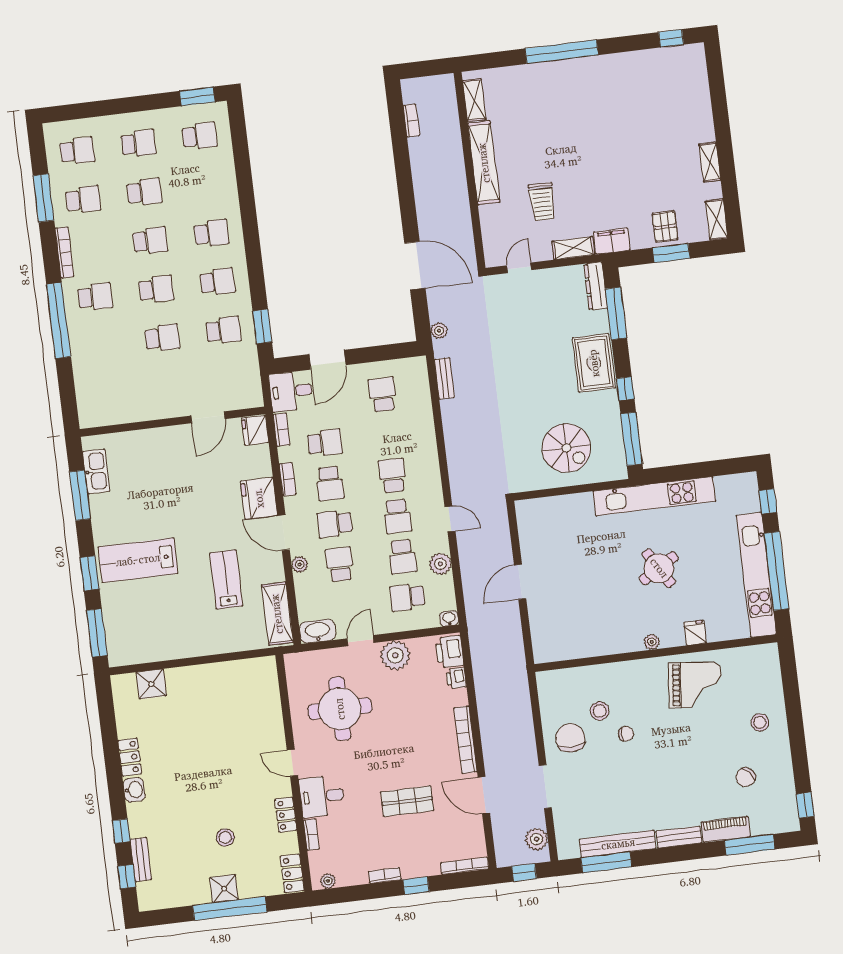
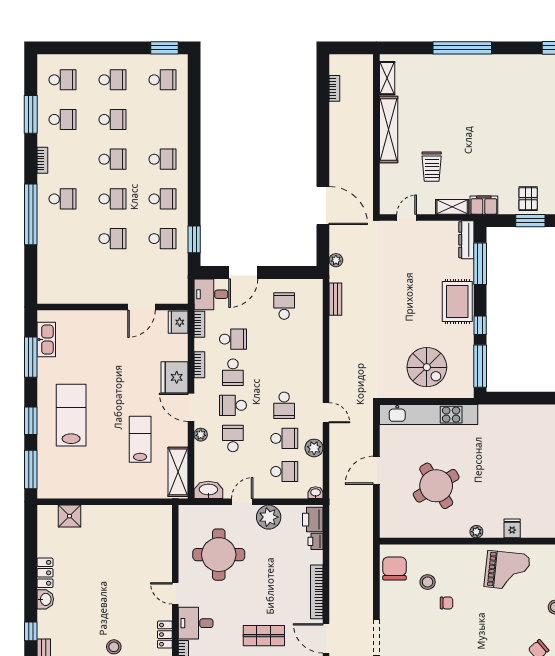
bookcase: (64, 252) -> (42, 160), width x0.64
school desk: (392, 476) -> (284, 372), removed
kitchen unit: (654, 496) -> (429, 415), moved
school desk: (402, 557) -> (284, 438), turned -90
lab bench: (138, 560) -> (71, 415), turned 90
round table: (659, 568) -> (436, 486), moved, width x1.36, depth x1.36
school desk: (407, 597) -> (284, 472), turned 180
chair: (570, 738) -> (394, 568), moved

